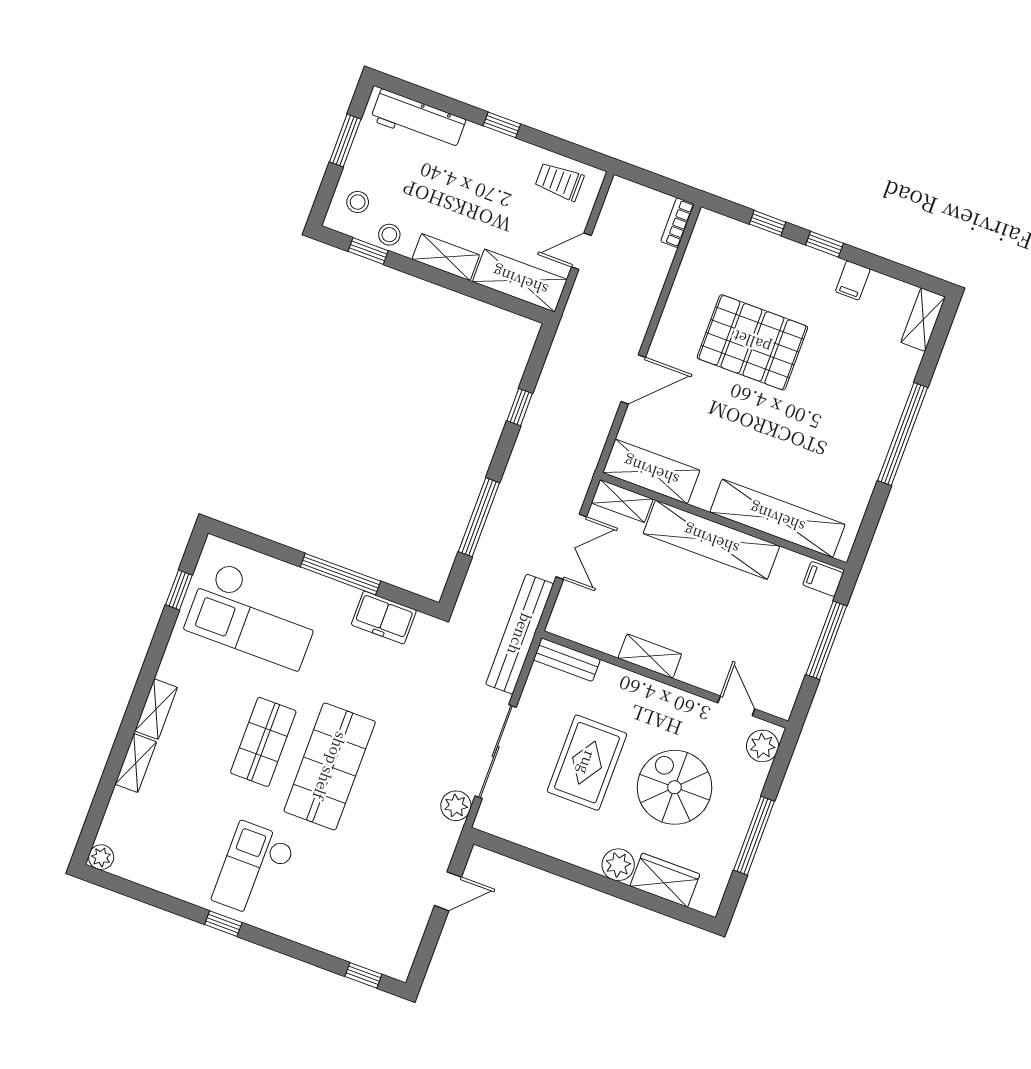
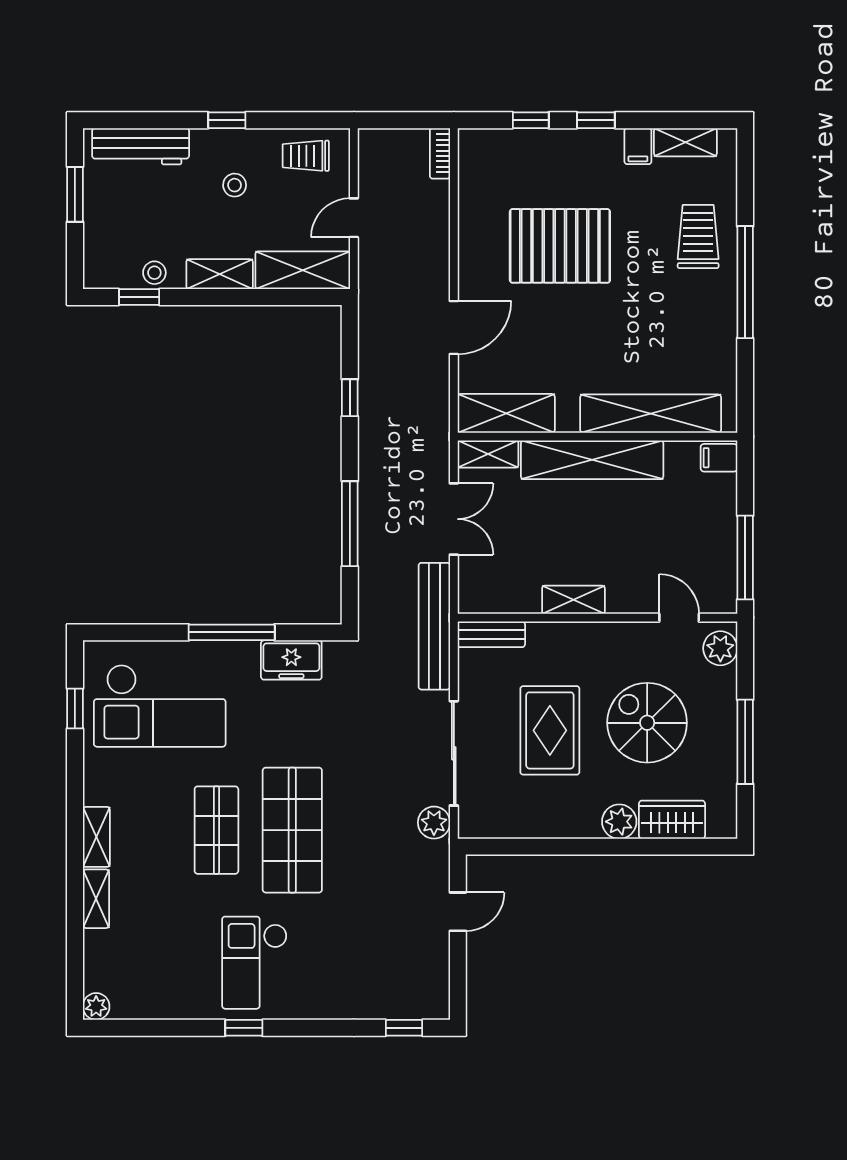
stool: (358, 202) -> (235, 185), moved
shelving: (923, 320) -> (685, 142), moved, turned 90
trolley: (876, 379) -> (698, 236), added
window: (826, 640) -> (745, 558), moved

